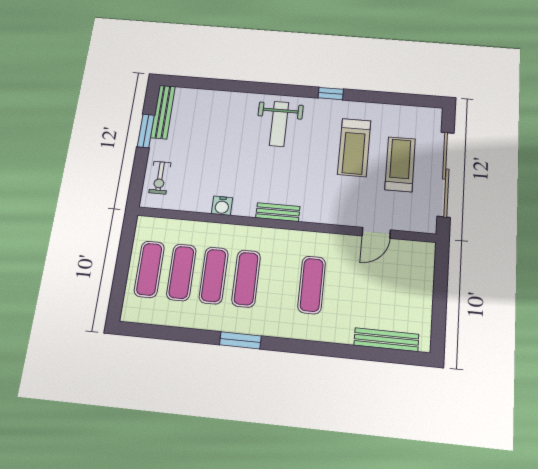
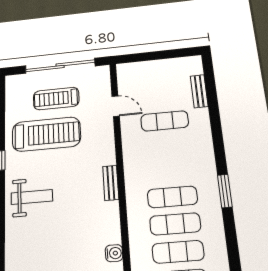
treadmill: (354, 148) -> (46, 134), width x1.37, depth x1.38
water cooler: (222, 206) -> (114, 253), moved
exercise mat: (312, 285) -> (165, 121), moved
bench: (386, 340) -> (199, 91), width x0.73

